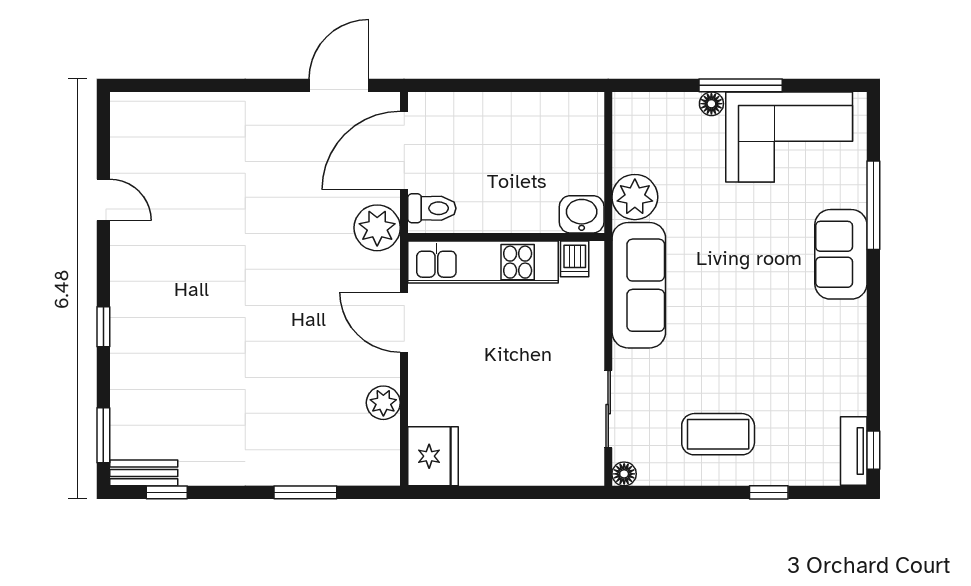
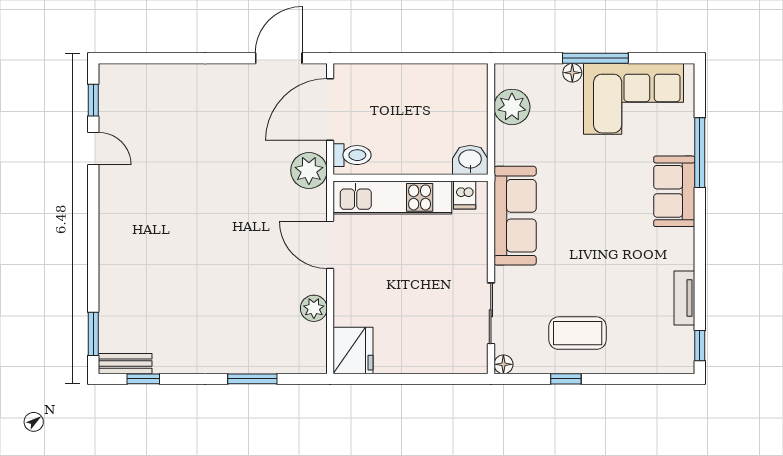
plant: (635, 197) -> (512, 107), moved
window: (103, 327) -> (93, 100), moved
tv unit: (854, 451) -> (684, 298), moved
window: (769, 492) -> (566, 379), moved

